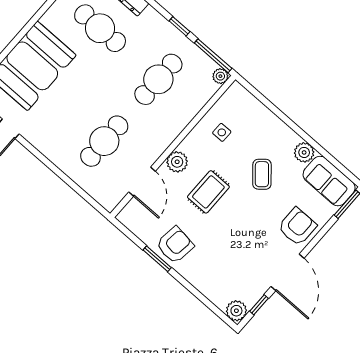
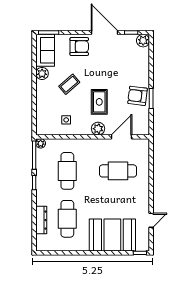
cafe table: (158, 79) -> (67, 171), turned 90
rug: (208, 192) -> (99, 102), turned 90
armchair: (297, 227) -> (79, 47), turned 180
door: (287, 272) -> (105, 32), hinge flipped

